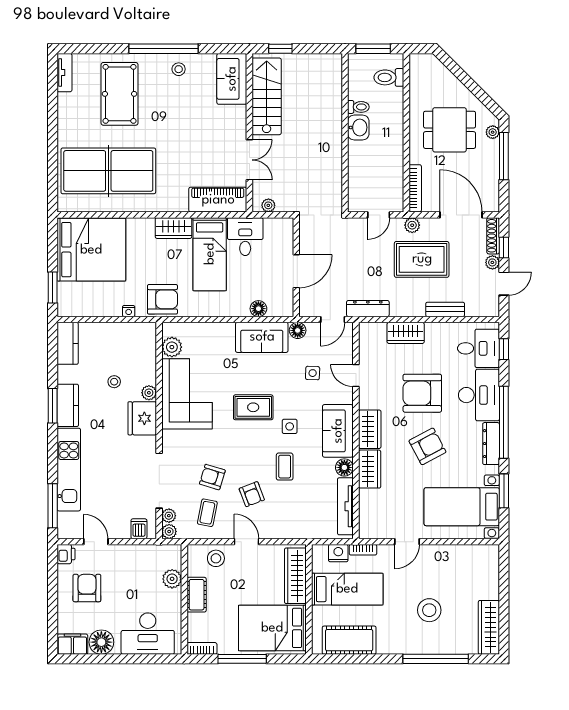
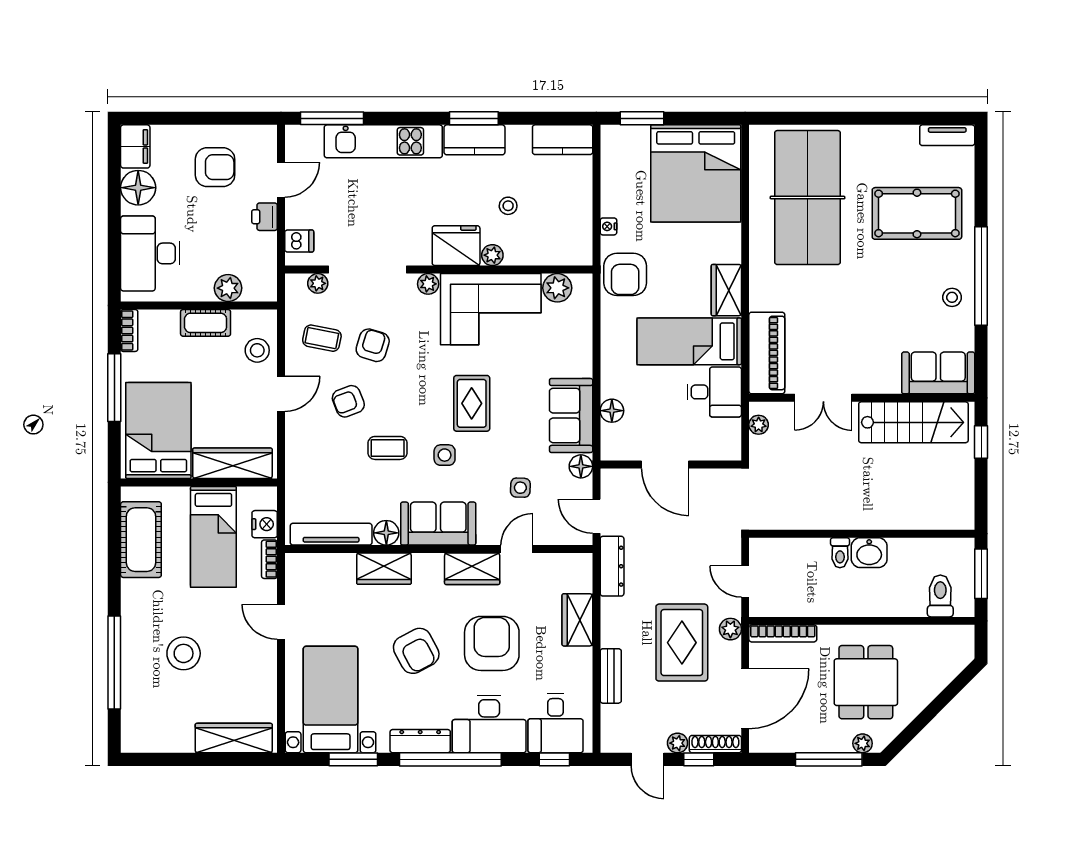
toilet: (358, 107) -> (840, 553), moved
wardrobe: (370, 429) -> (472, 569), moved
plant: (169, 531) -> (428, 284), moved
printer: (66, 554) -> (265, 217), moved, turned 90
wardrobe: (489, 627) -> (234, 738), moved

